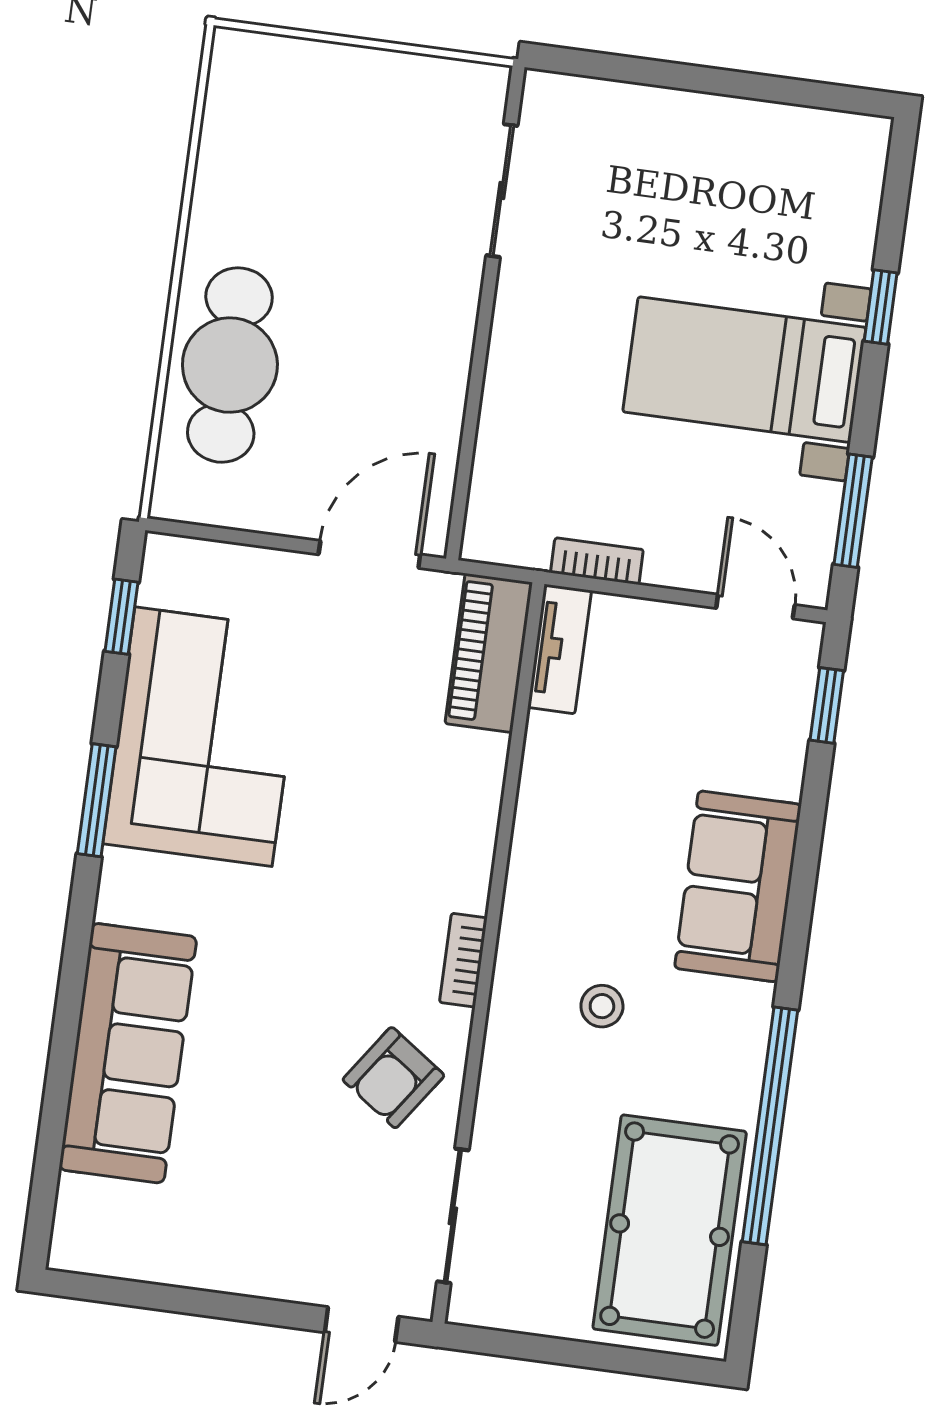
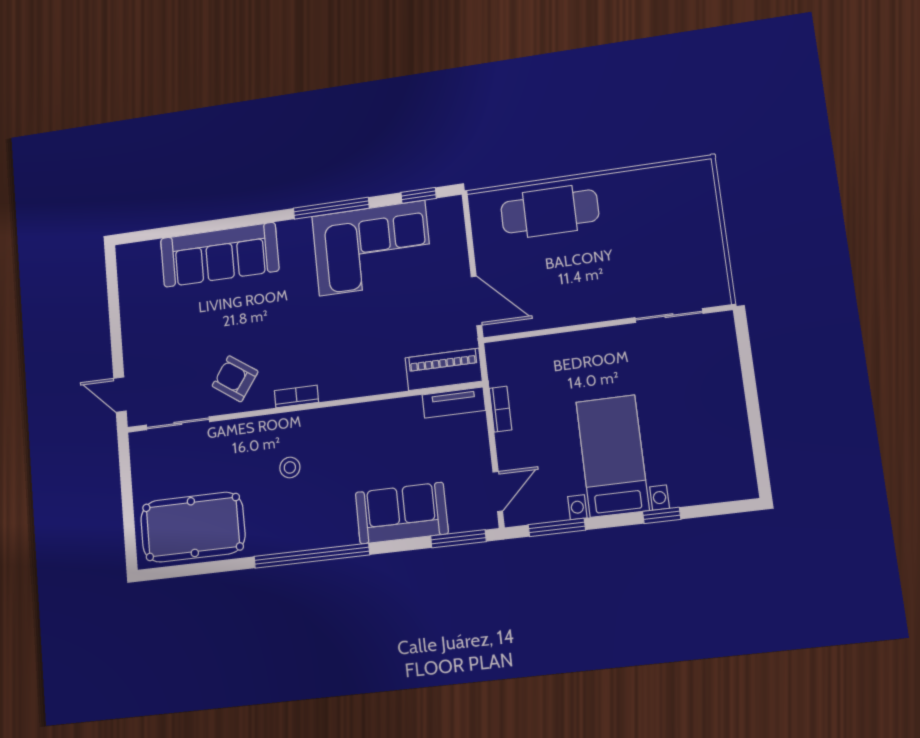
window: (827, 705) -> (458, 539), width x1.50
window: (97, 800) -> (331, 208), width x1.44
sofa: (738, 886) -> (402, 513), moved
window: (770, 1126) -> (312, 556), moved

